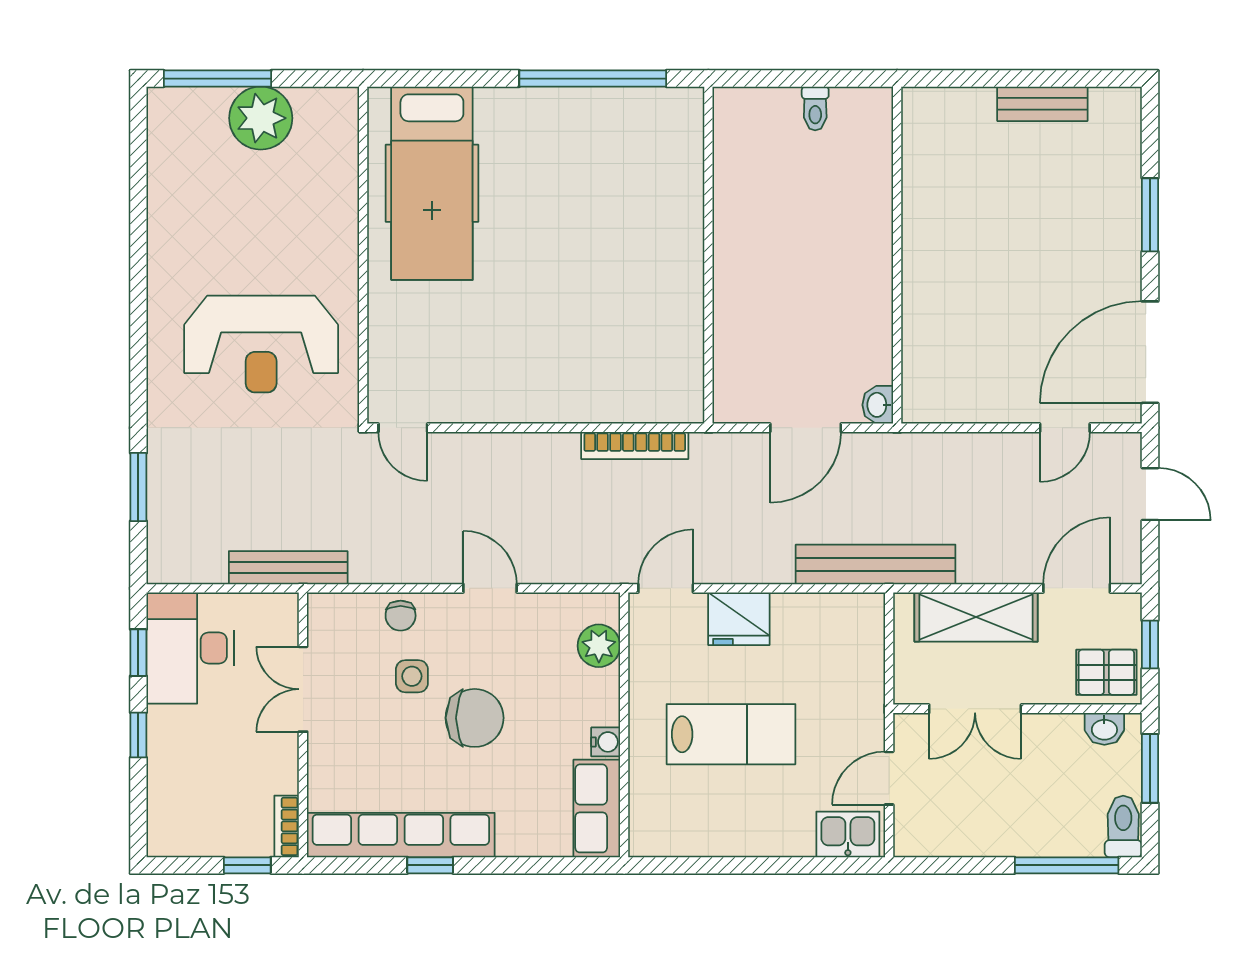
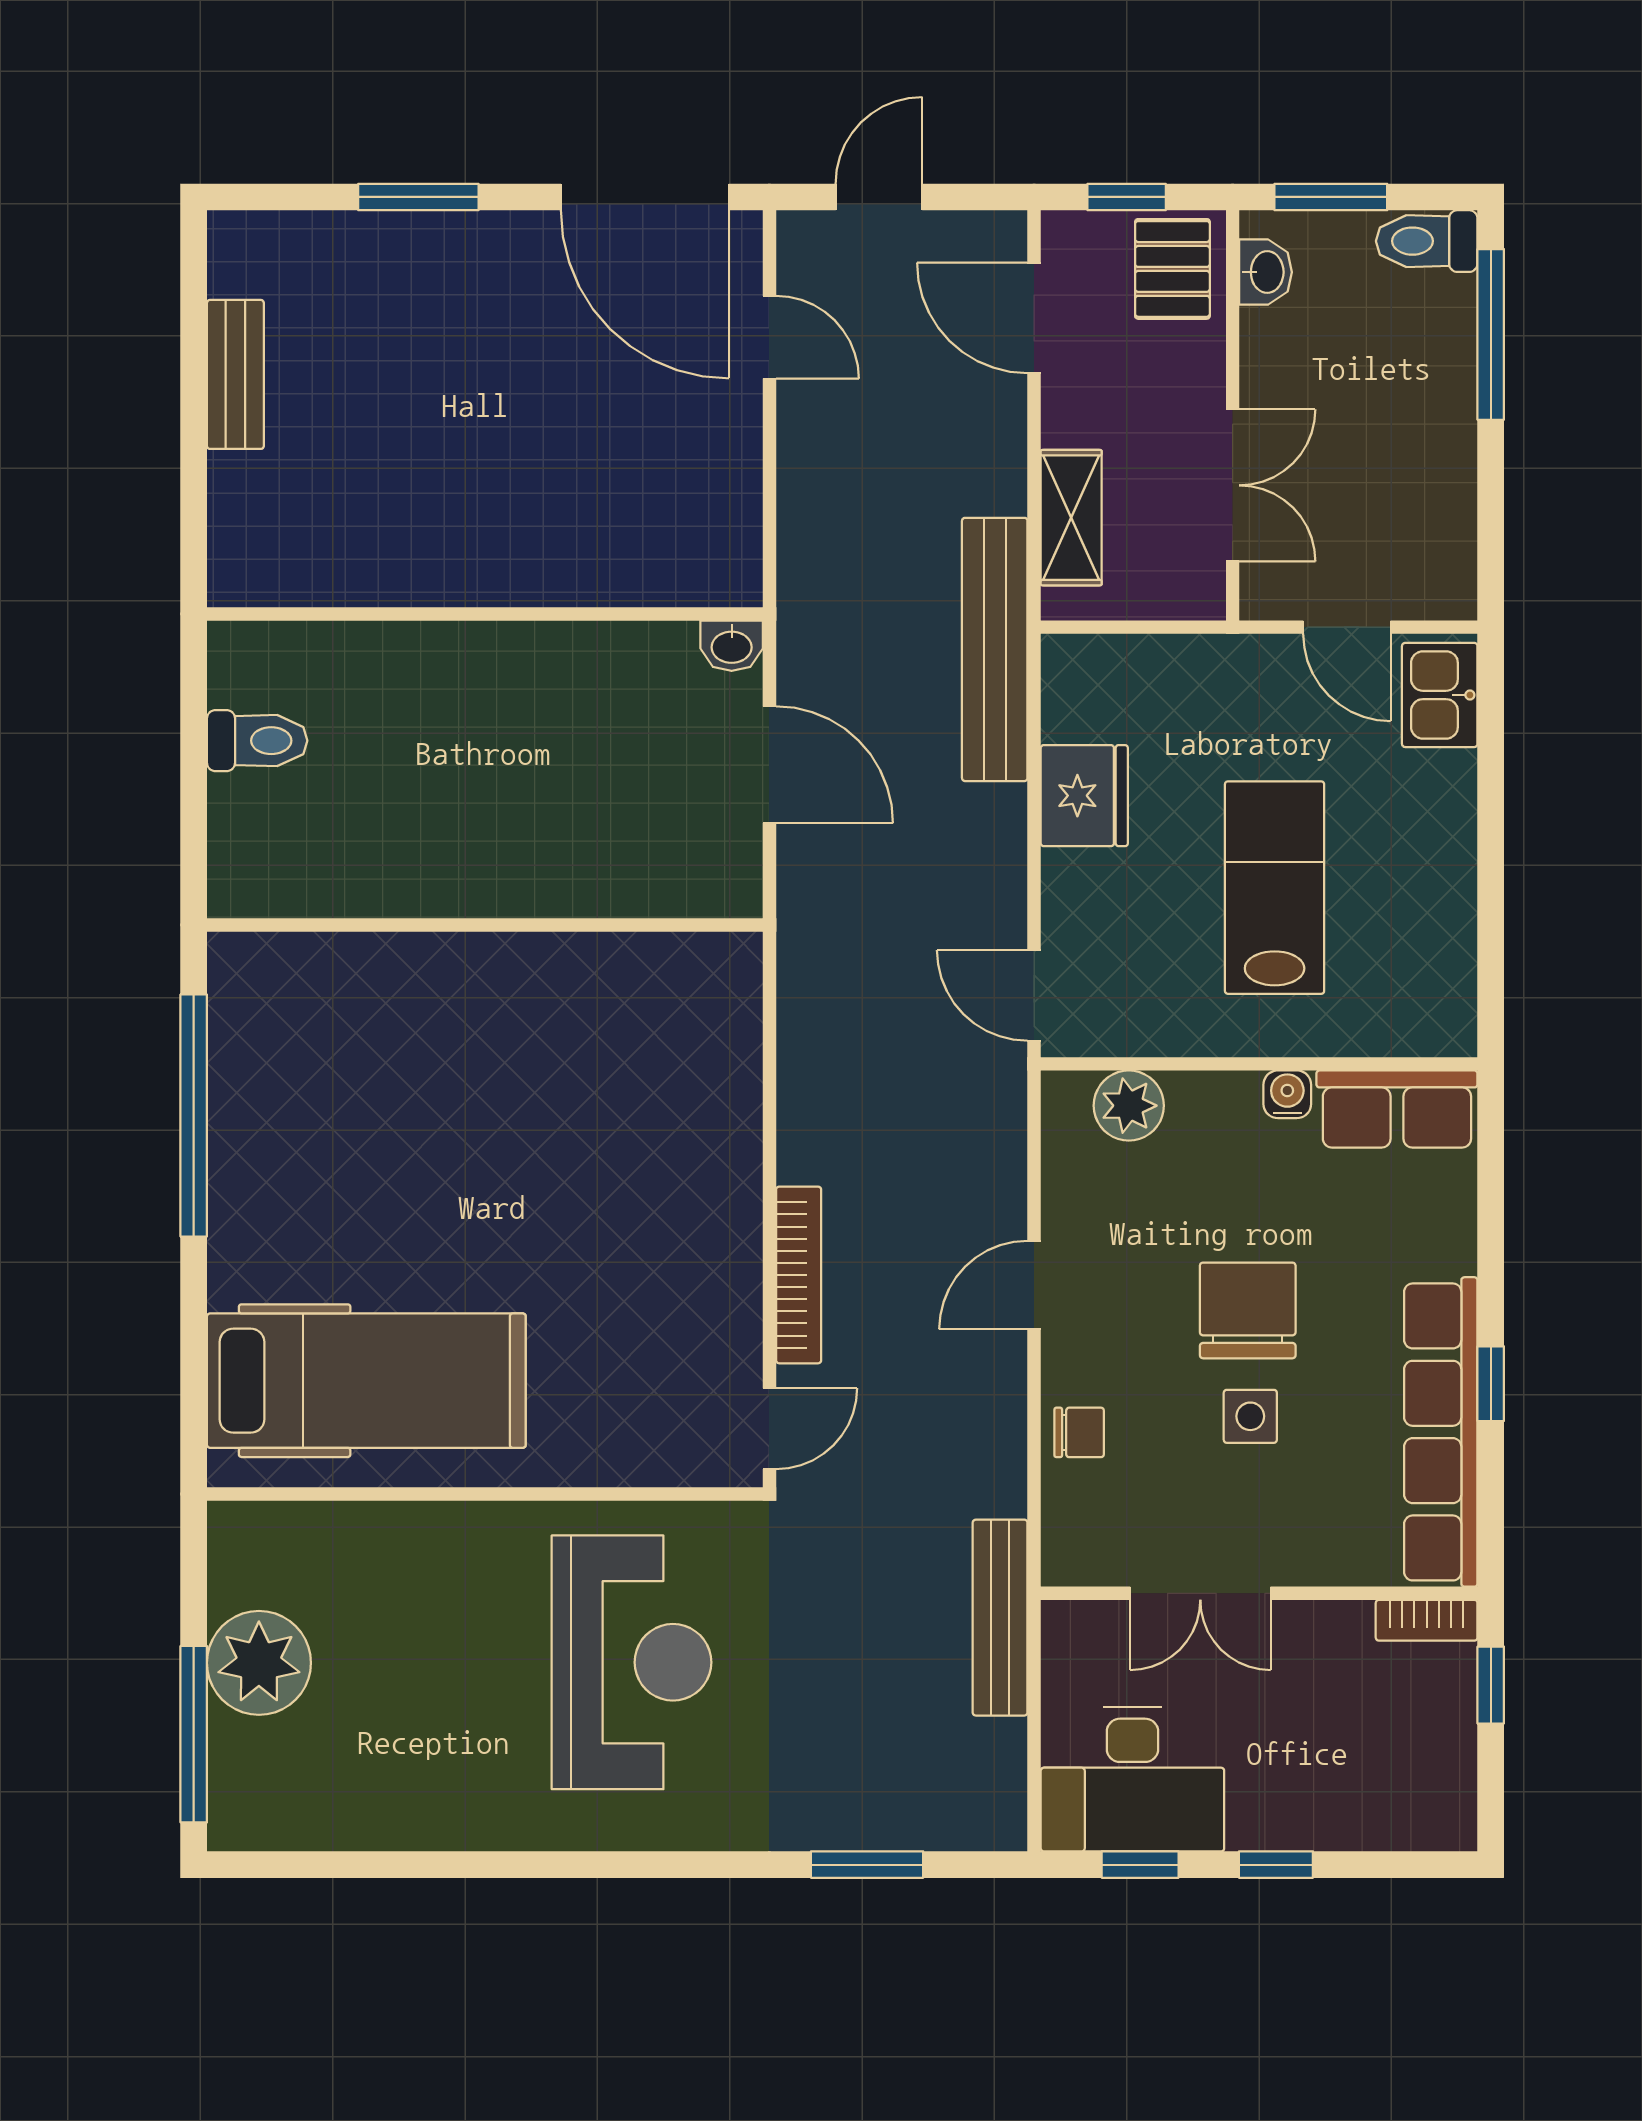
toilet: (815, 109) -> (257, 741), width x1.37, depth x1.39
bookcase: (635, 445) -> (799, 1275), moved
shelving: (976, 617) -> (1071, 518), width x0.67, depth x0.75
fridge: (739, 619) -> (1084, 796), moved
side table: (412, 676) -> (1250, 1416), moved

